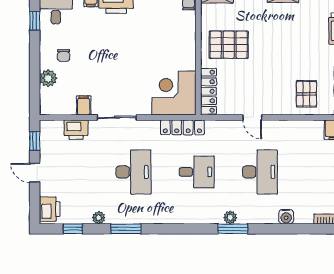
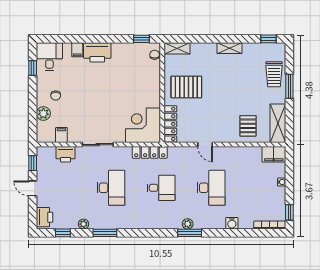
filing cabinet: (84, 105) -> (61, 135), moved

